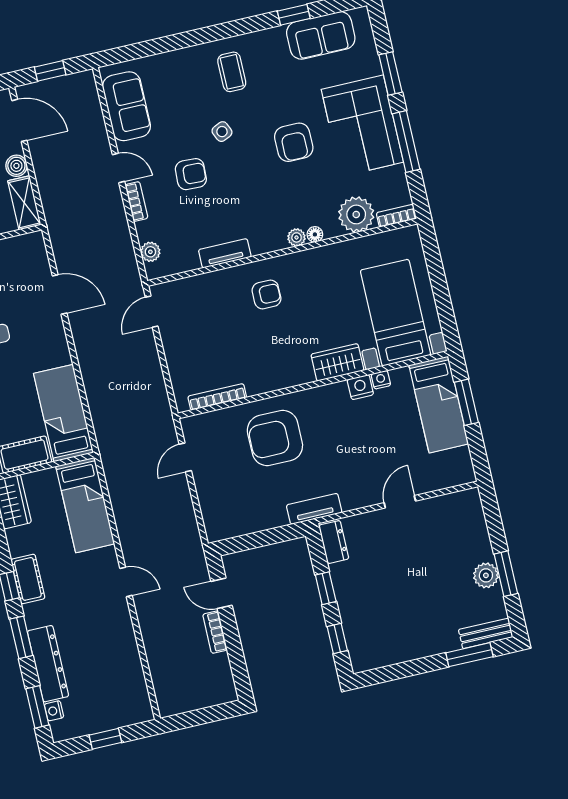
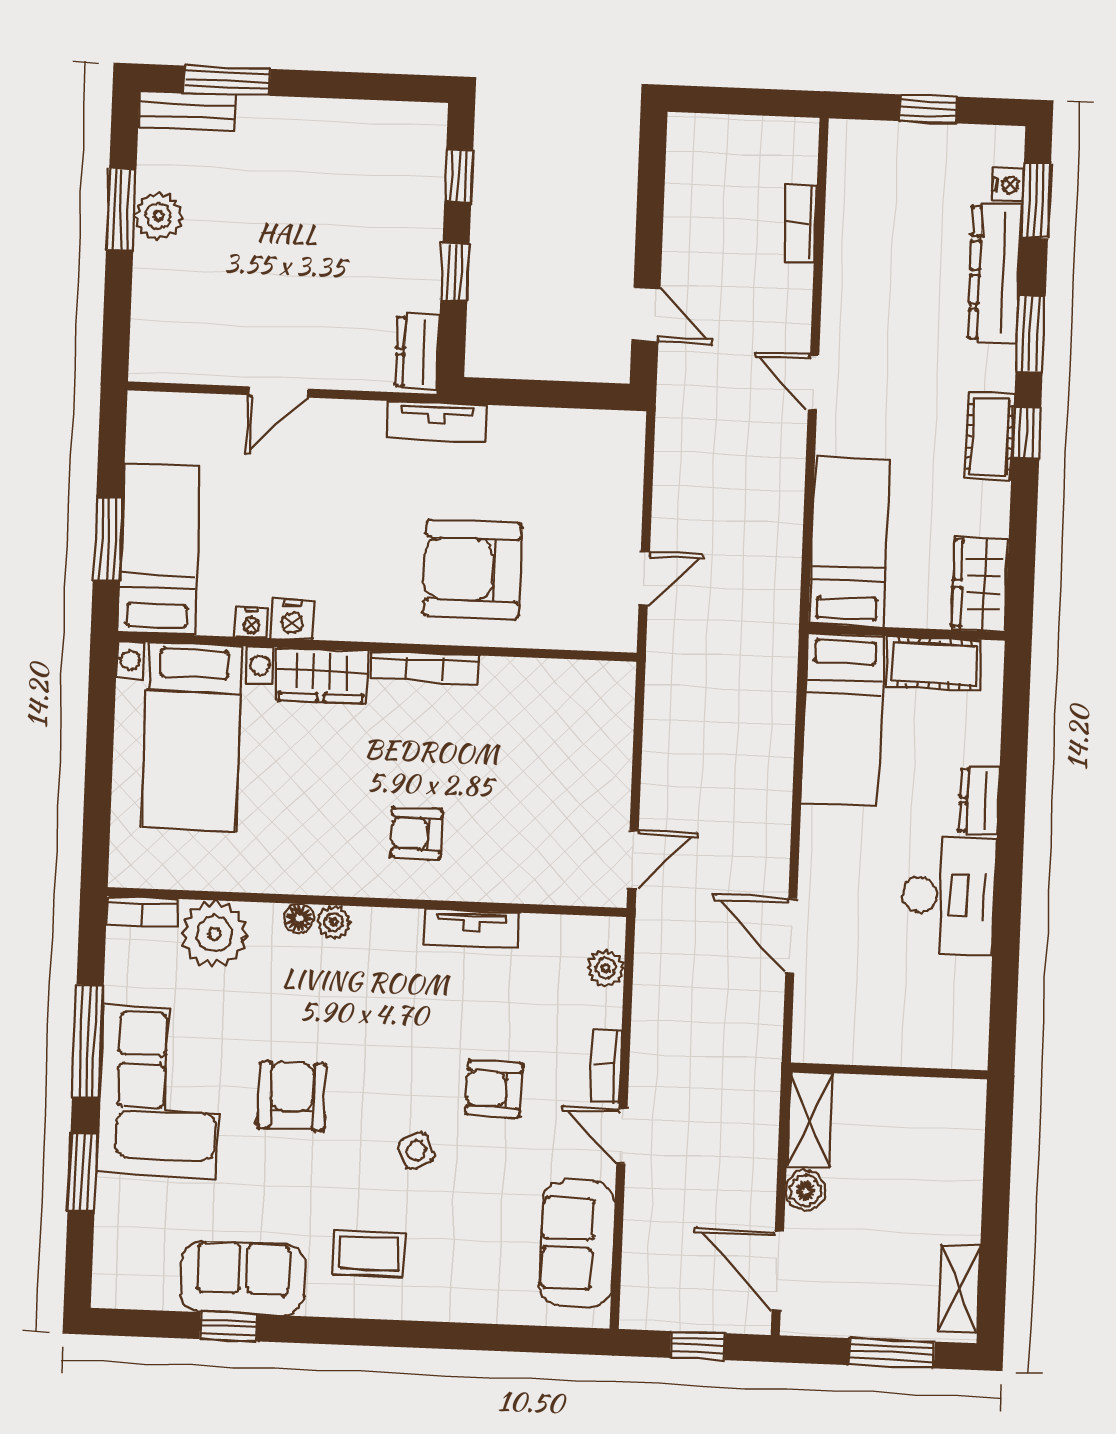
sofa: (321, 35) -> (243, 1278), moved
coffee table: (232, 72) -> (369, 1254), turned 90
bookcase: (217, 397) -> (425, 667), moved
armchair: (275, 438) -> (472, 569), turned 180
bookcase: (215, 632) -> (800, 223), moved, turned 180

